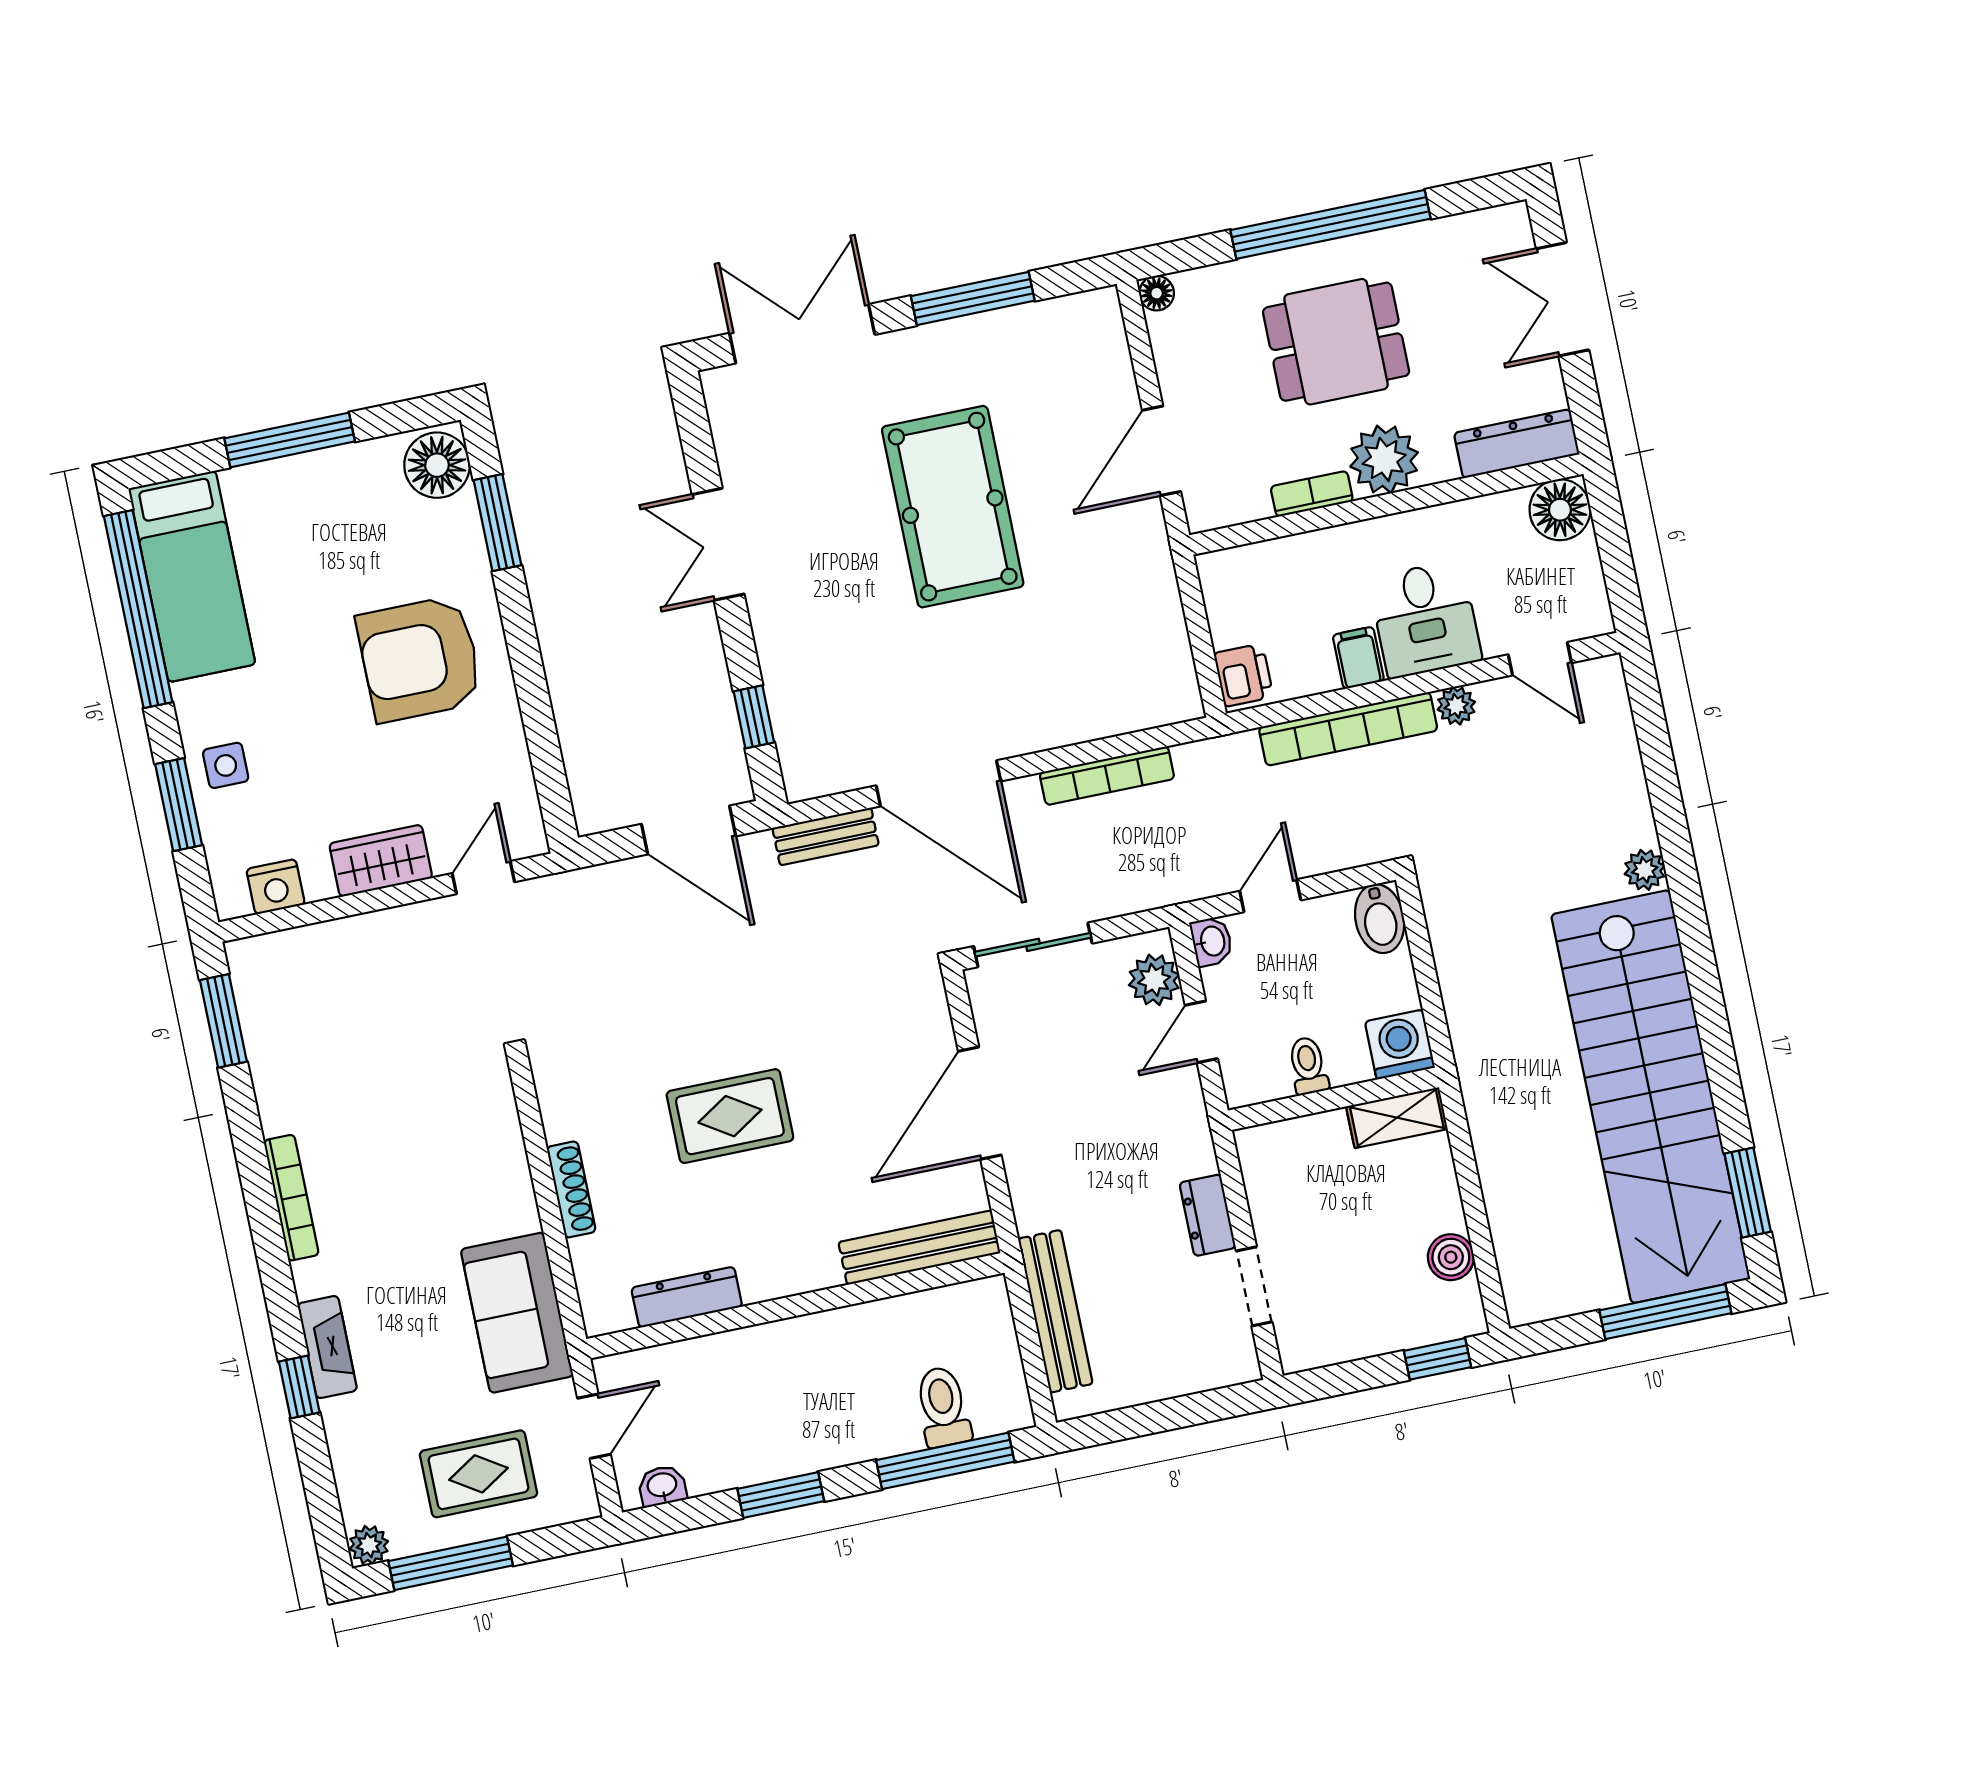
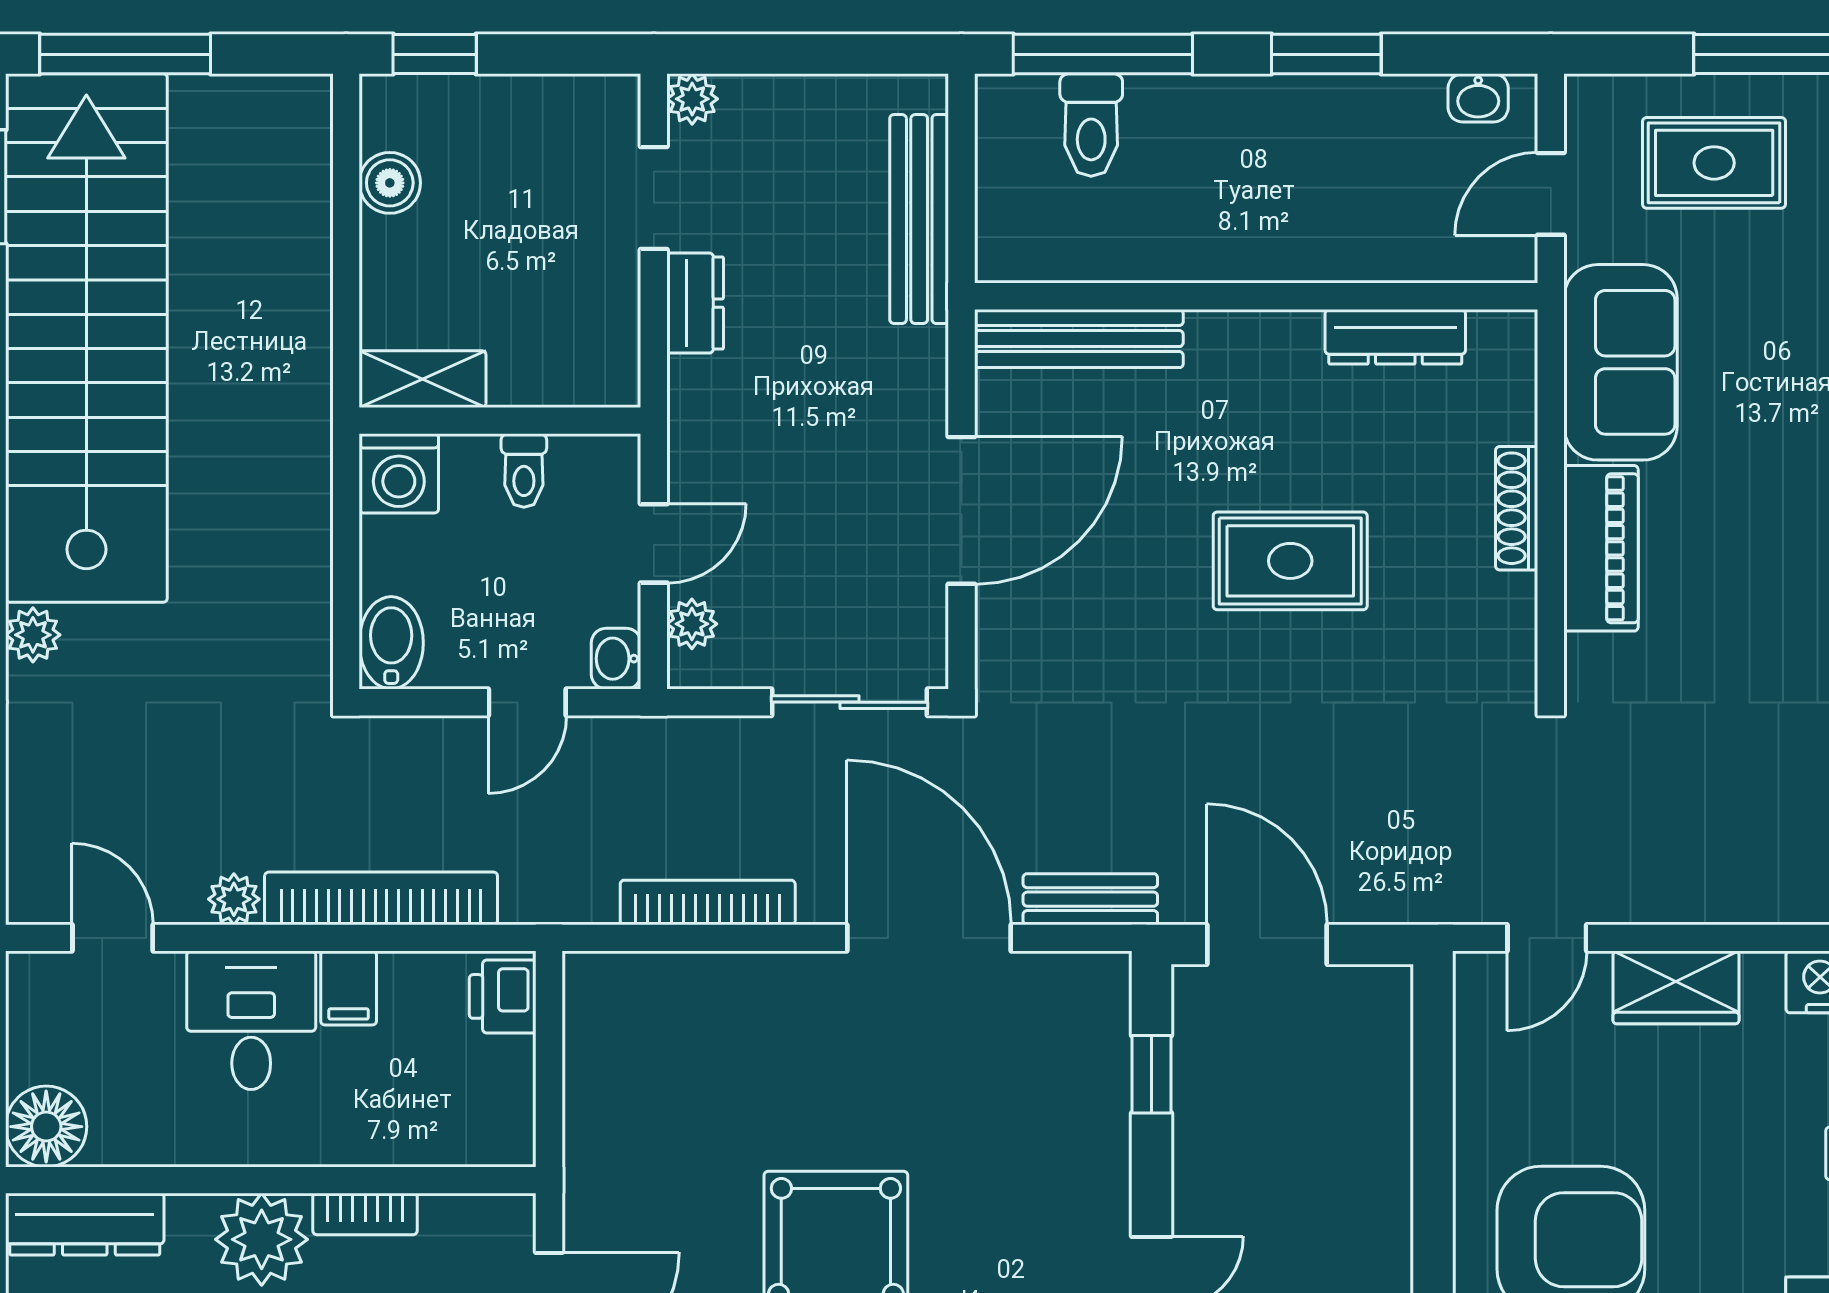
plant: (1154, 980) -> (692, 624), width x0.73, depth x0.73
piano: (503, 1173) -> (1601, 548), added
plant: (1241, 1365) -> (692, 99), added

